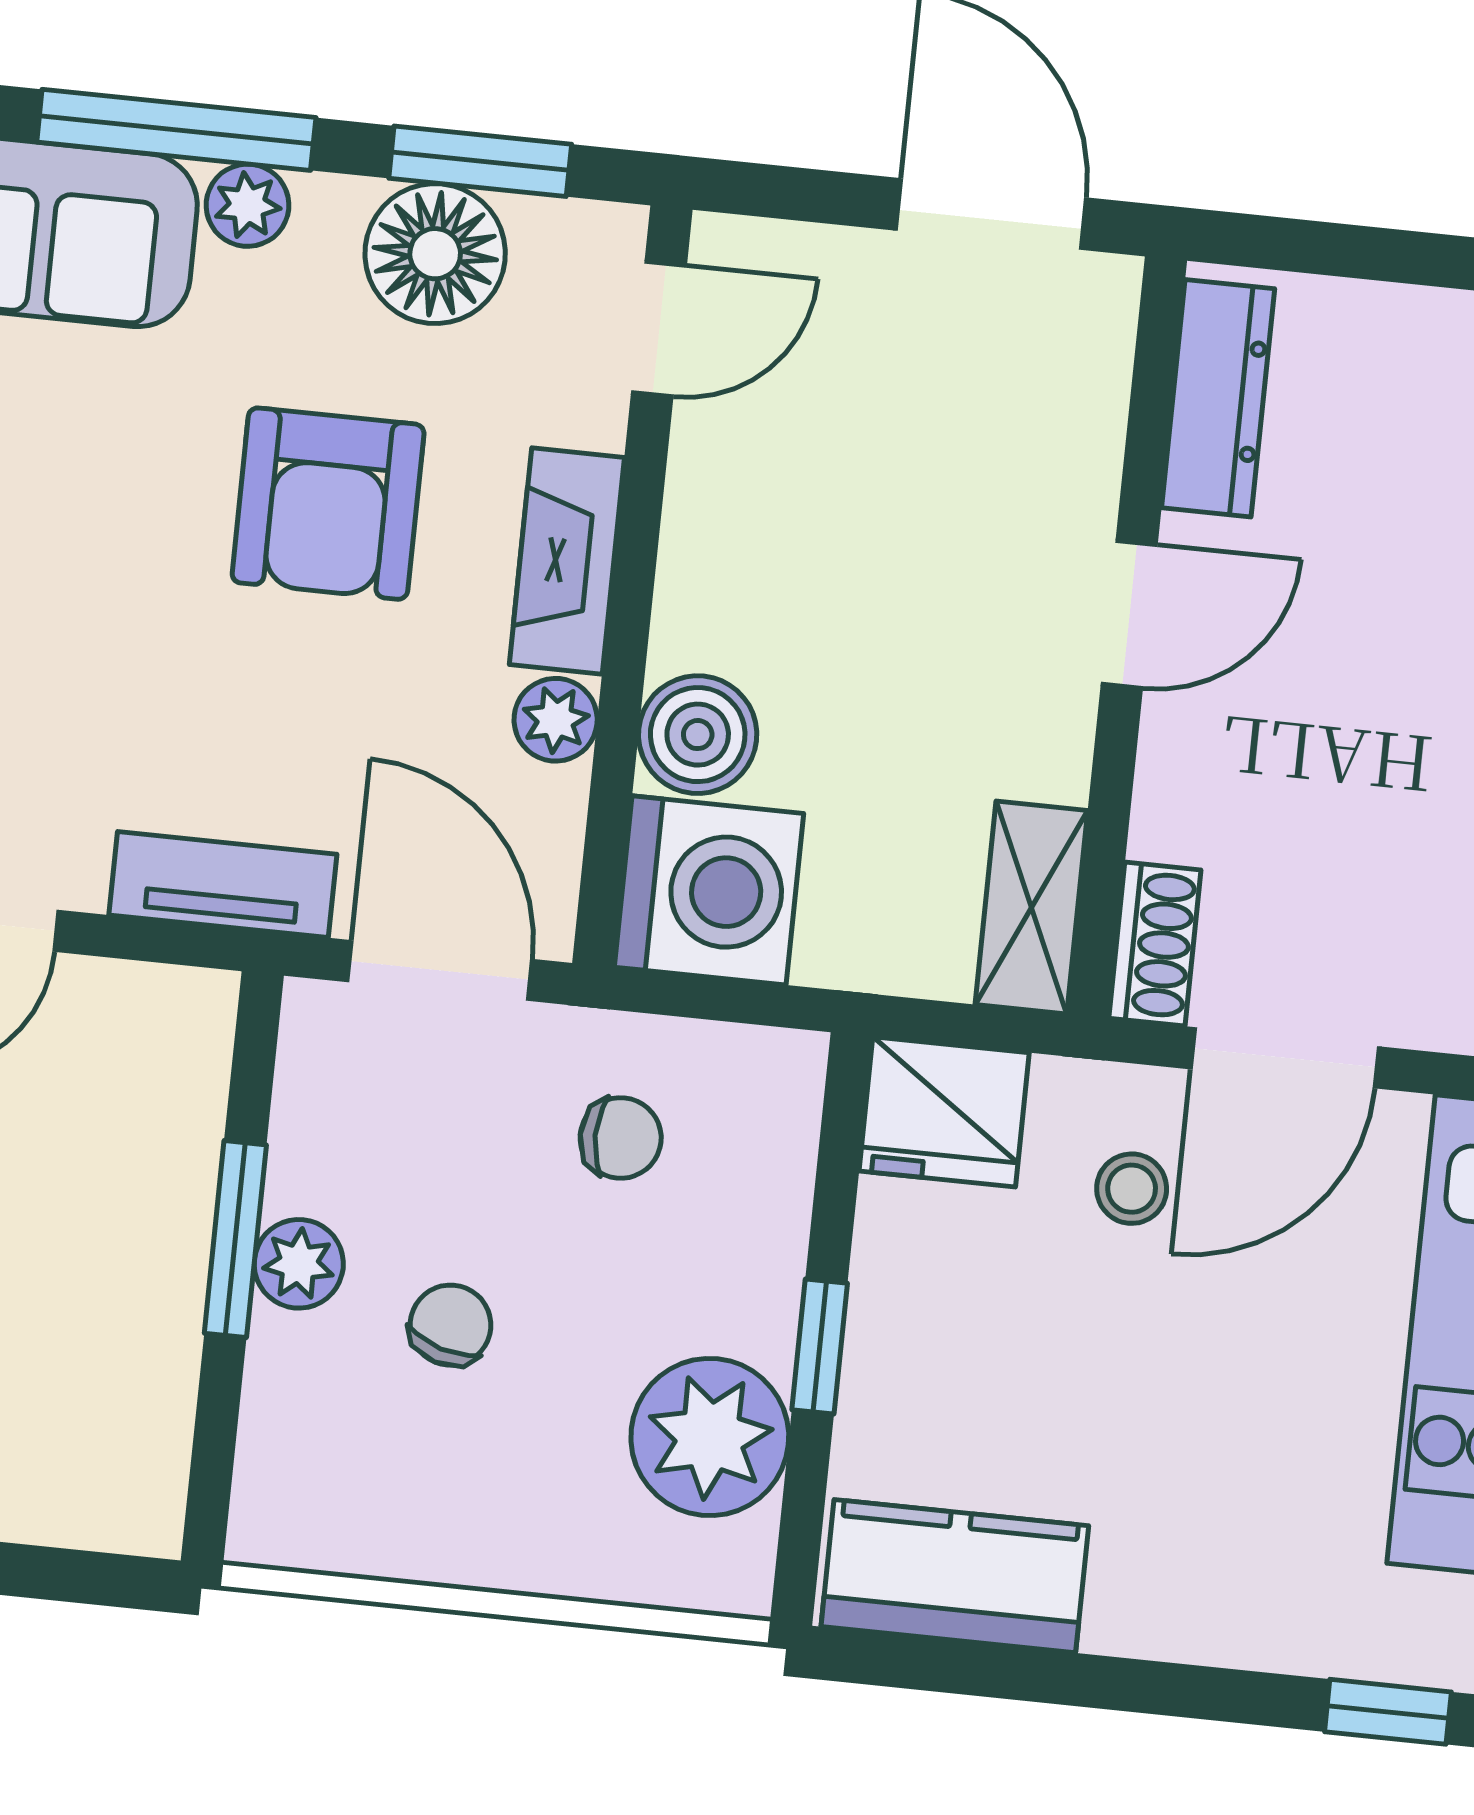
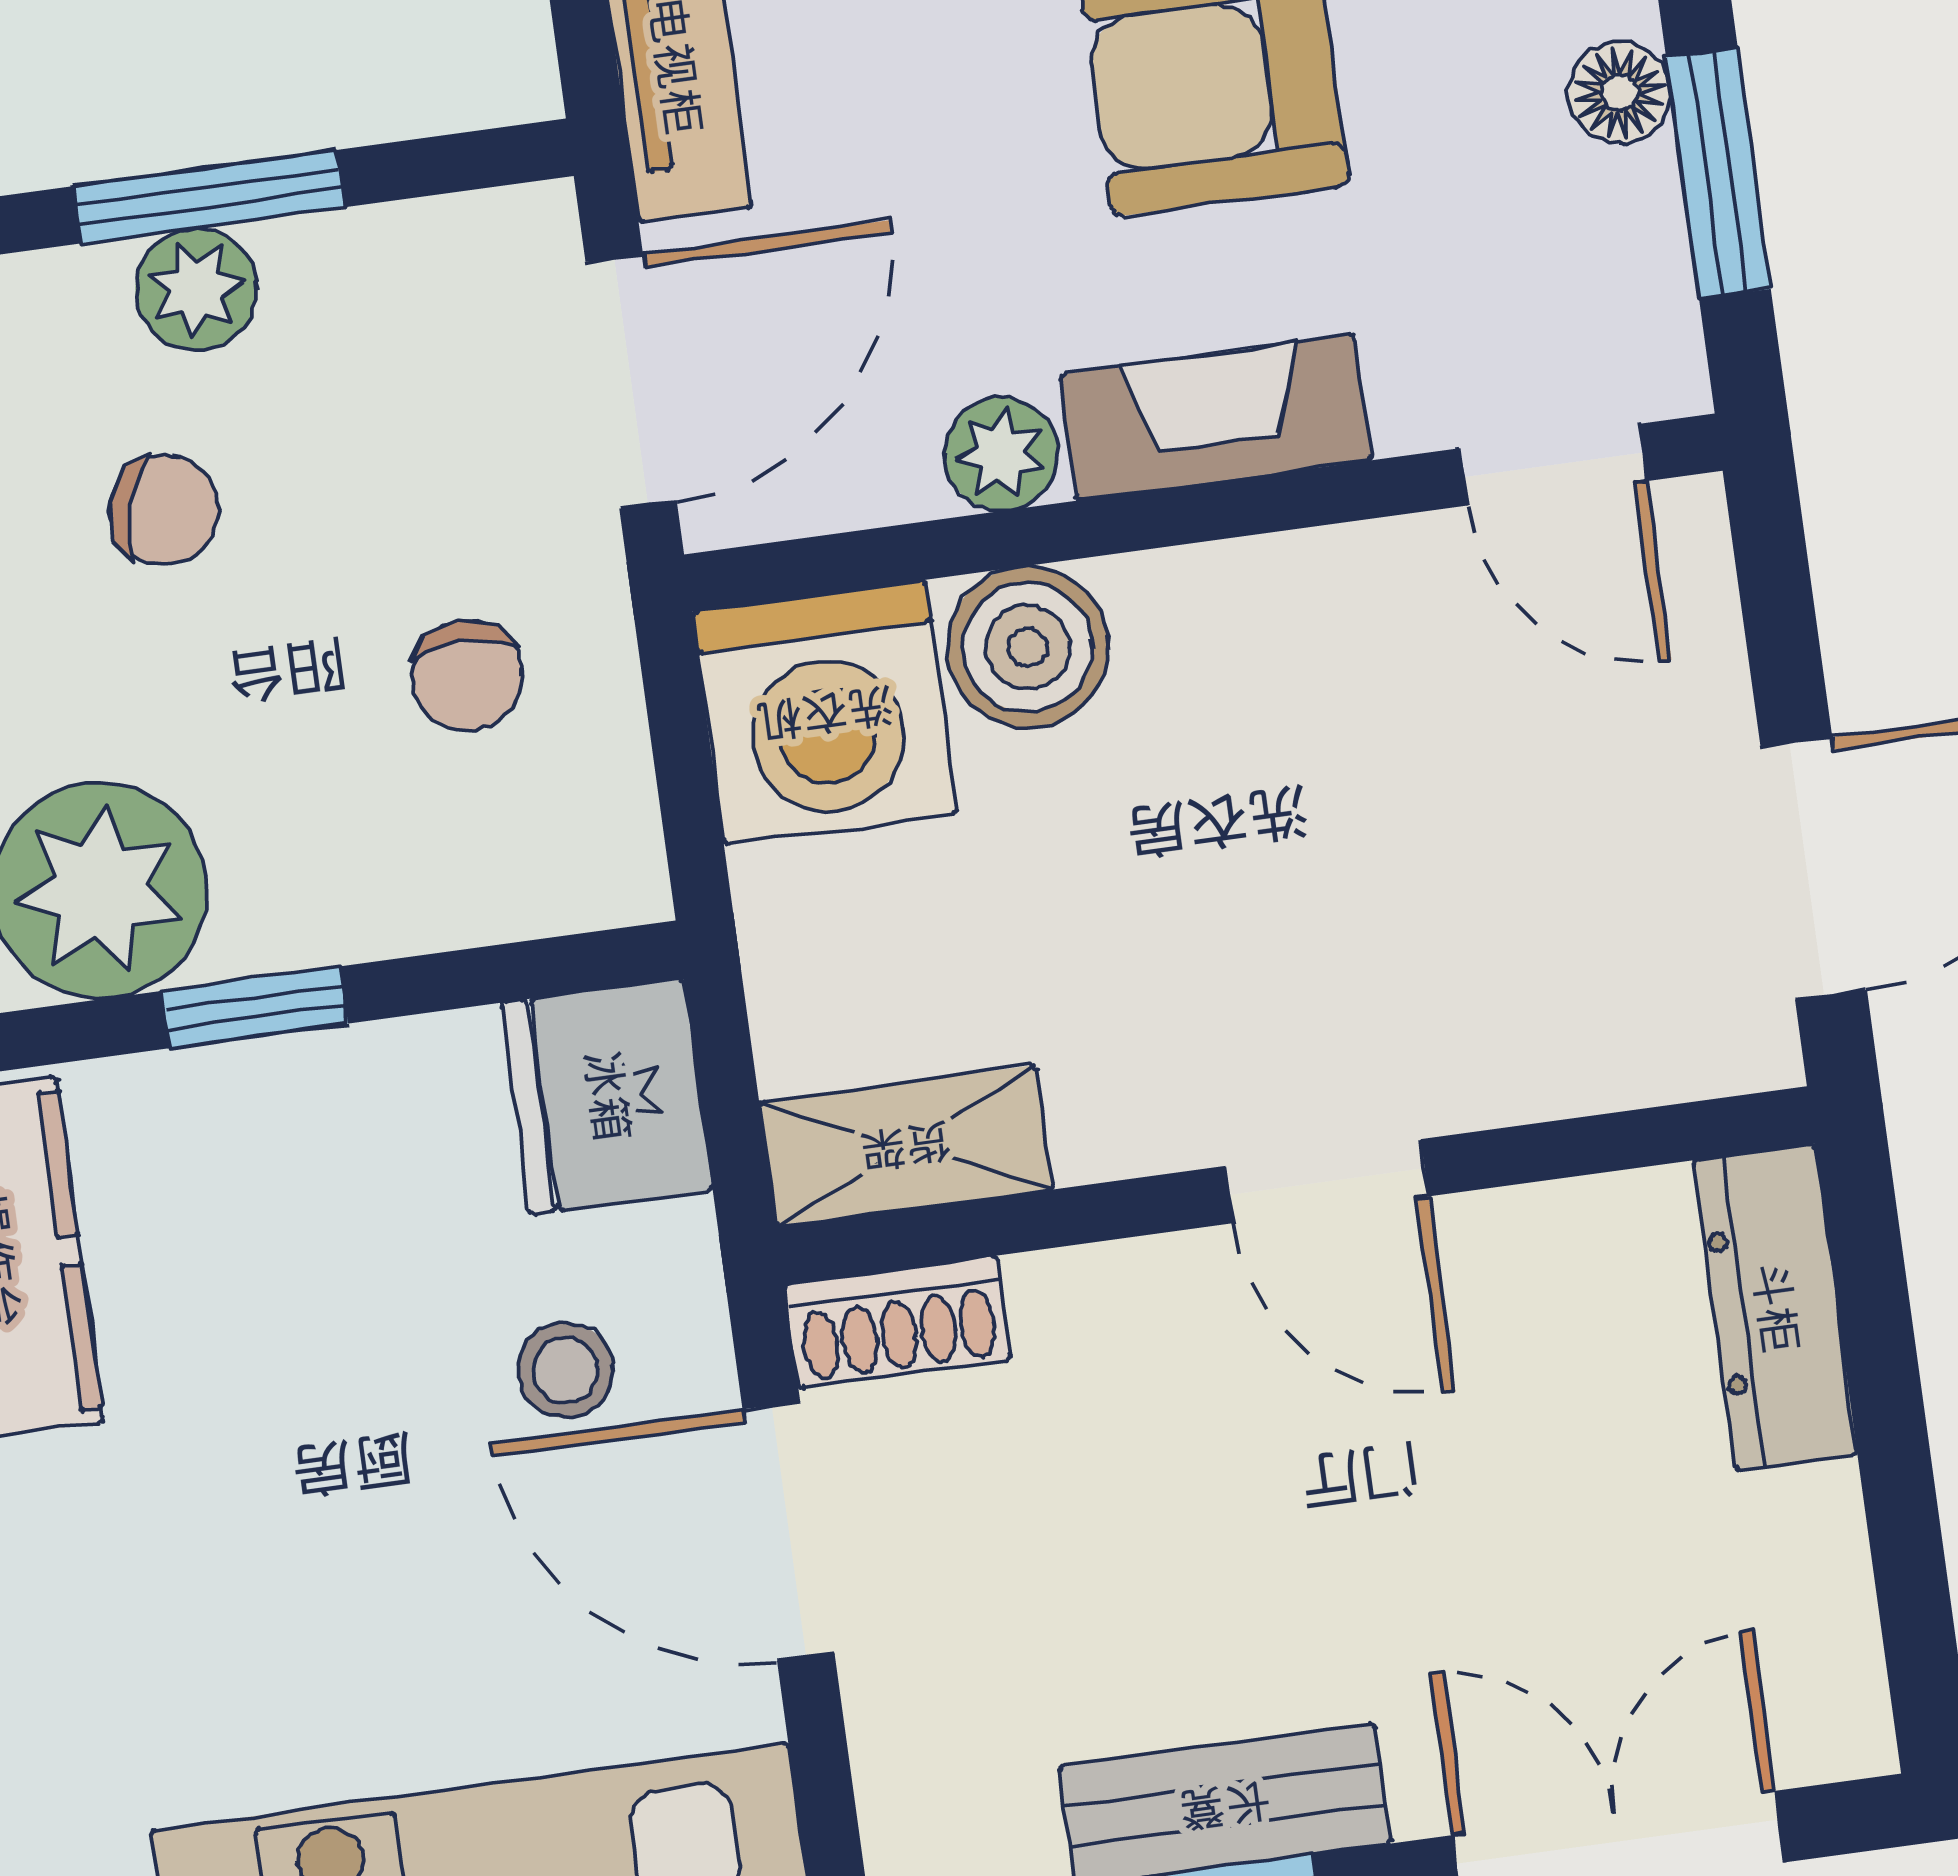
floor lamp: (435, 254) -> (1620, 92), width x0.53, depth x0.53
dresser: (1218, 398) -> (1775, 1307), moved, turned 90

